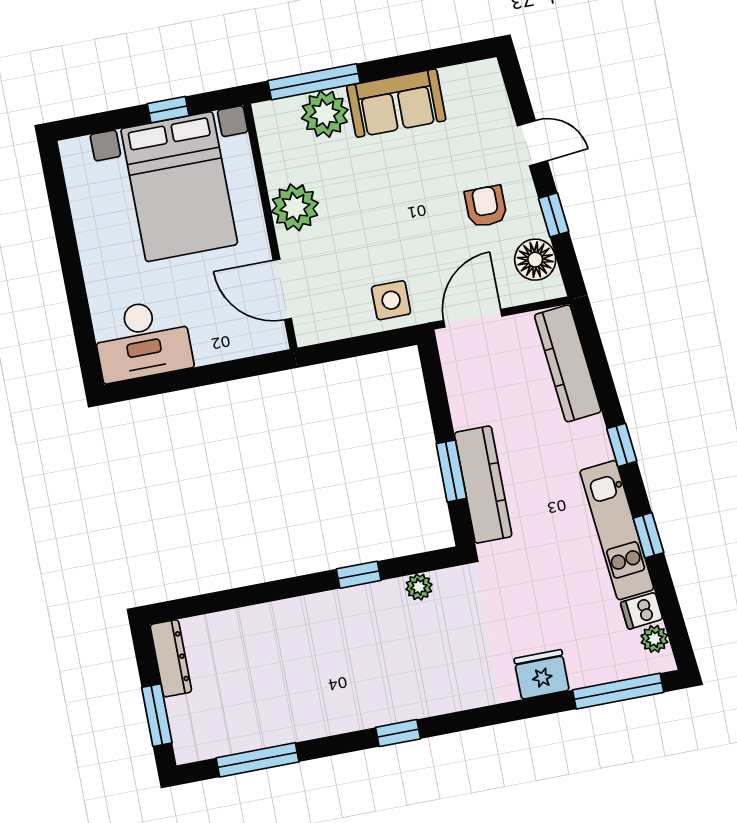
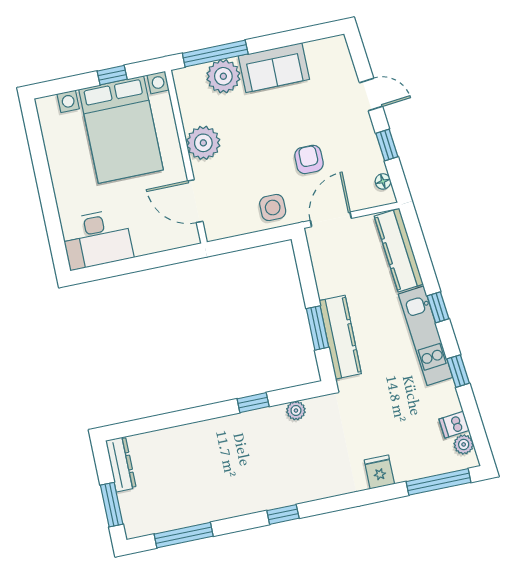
armchair: (486, 206) -> (309, 159), moved
floor lamp: (535, 260) -> (383, 181), width x0.53, depth x0.53
kitchen unit: (617, 530) -> (425, 336), moved
fridge: (542, 674) -> (379, 472), width x0.72

